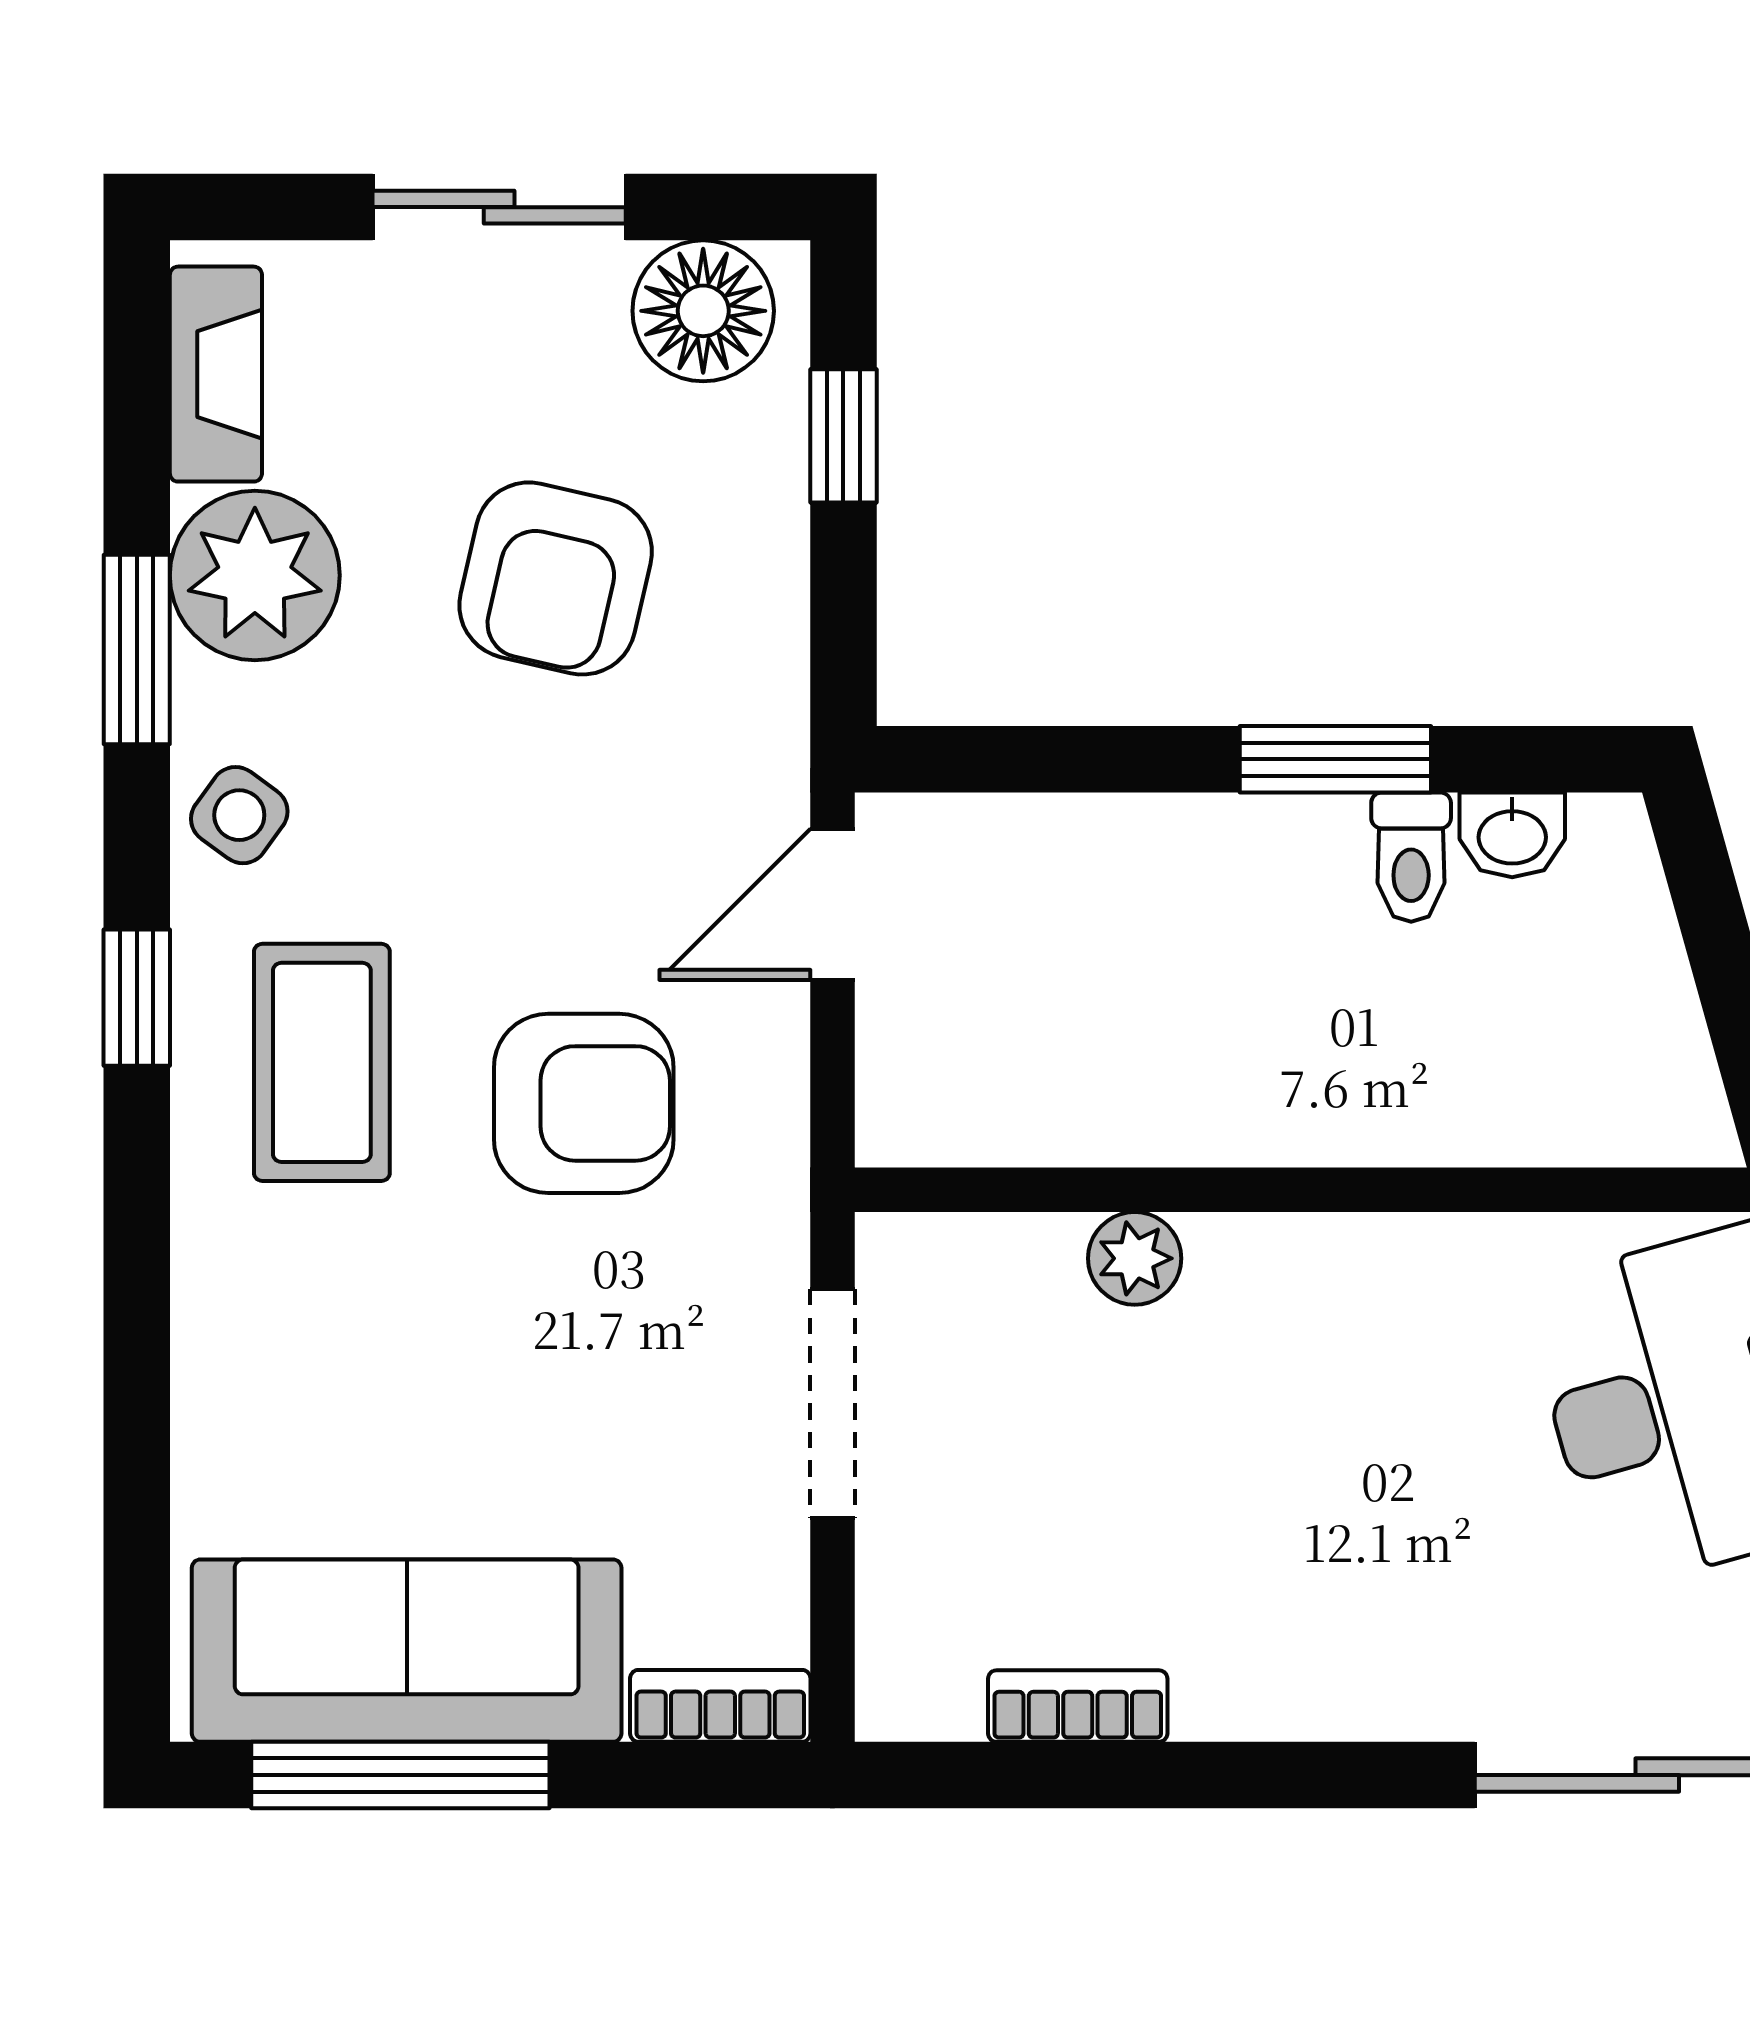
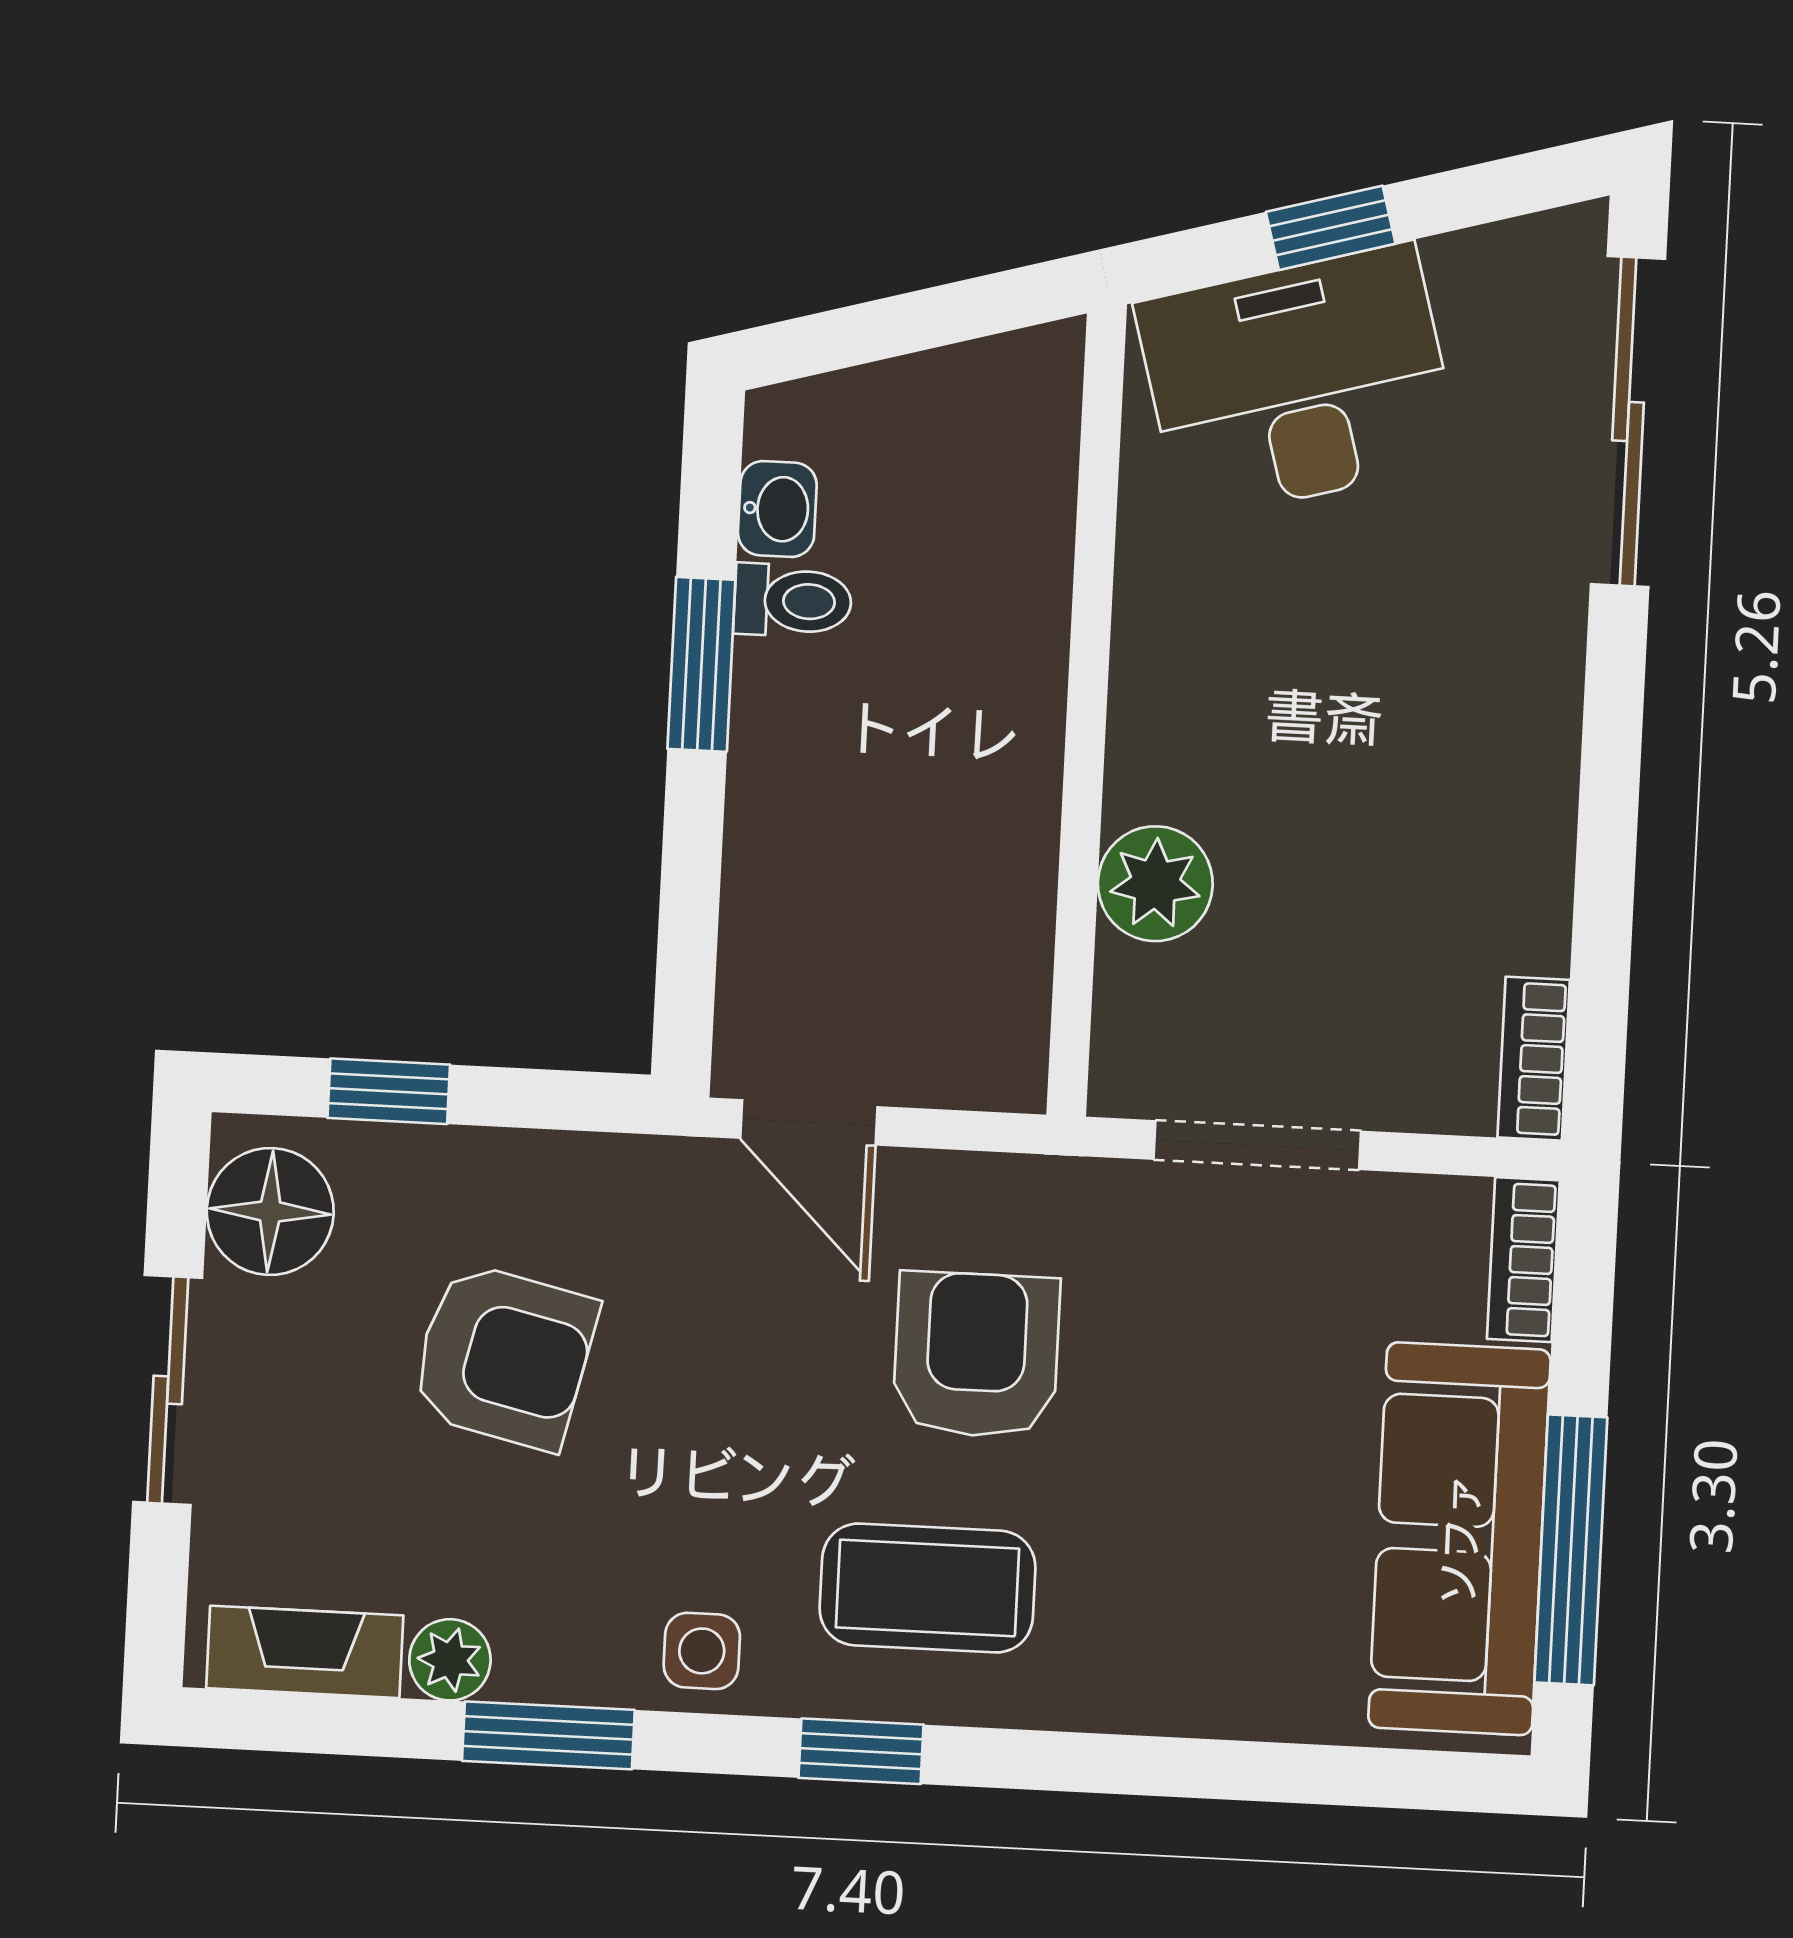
plant: (255, 575) -> (450, 1660), width x0.53, depth x0.53
side table: (239, 815) -> (702, 1651), turned -36
plant: (1135, 1258) -> (1155, 884), width x1.38, depth x1.38
bookcase: (1078, 1706) -> (1534, 1059), moved

